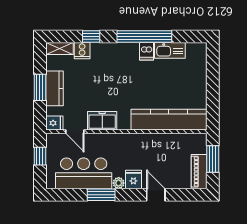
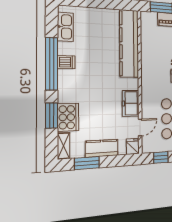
window: (91, 37) -> (52, 116), width x1.50
kitchen sink: (170, 50) -> (65, 27), moved
cooker: (82, 51) -> (68, 117), width x1.87, depth x1.31
window: (40, 87) -> (87, 163), moved

